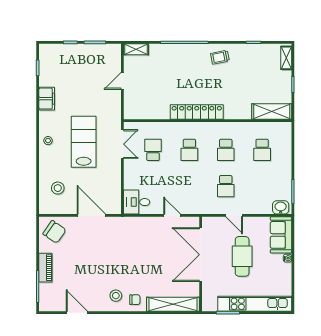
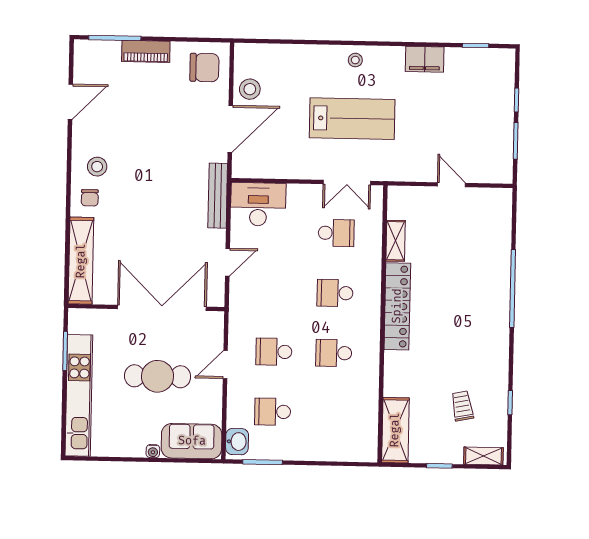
shelving: (136, 49) -> (396, 241), moved
trolley: (220, 57) -> (462, 406), moved
school desk: (262, 150) -> (273, 412), moved
stool: (58, 188) -> (250, 89), moved
desk: (137, 202) -> (258, 204), width x1.37
bench: (132, 222) -> (218, 196), added
chair: (54, 232) -> (204, 67), turned -125

